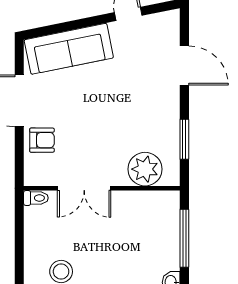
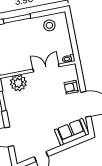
sofa: (69, 49) -> (72, 132), width x0.73

